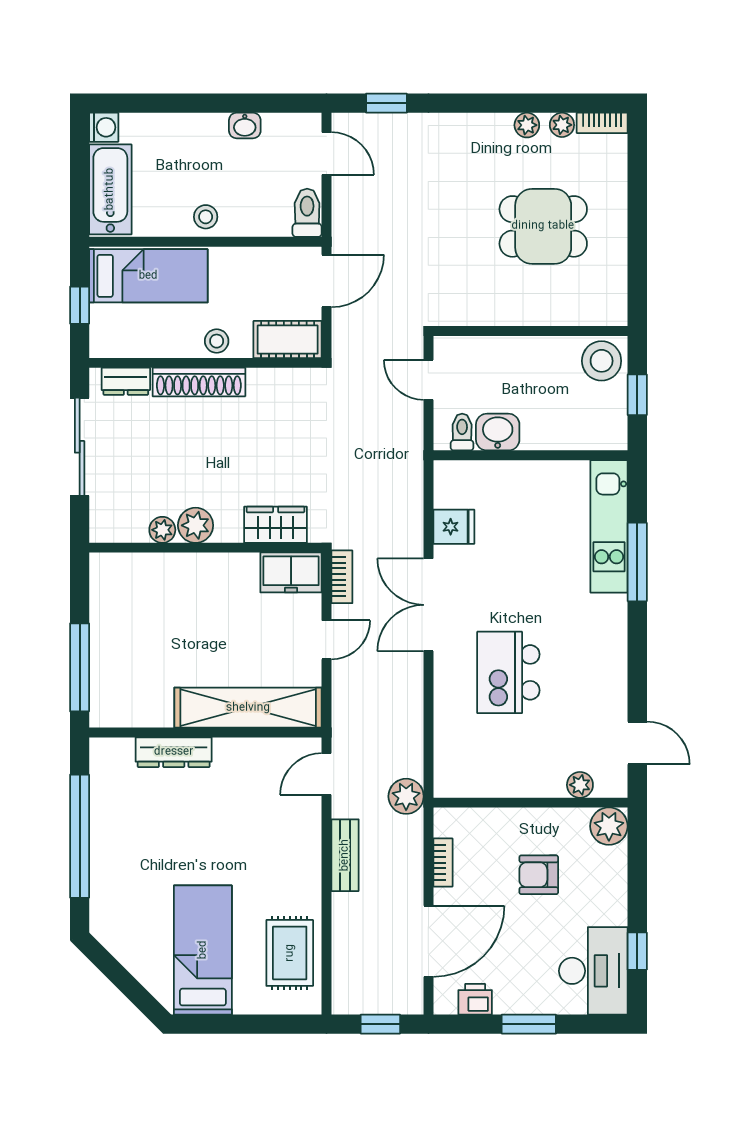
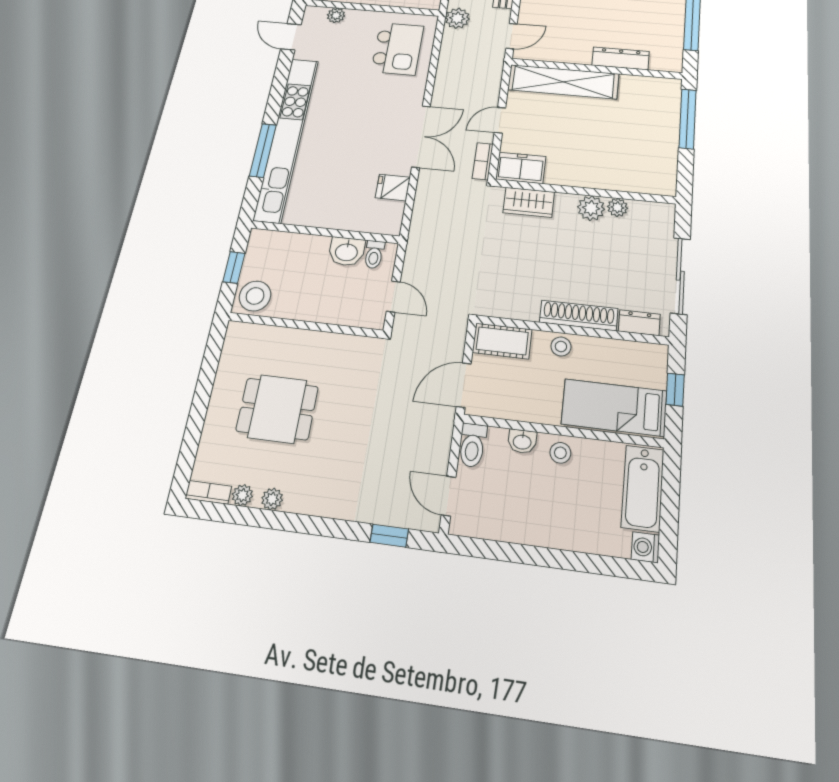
washbasin: (245, 126) -> (522, 441), moved, turned 180
kitchen unit: (609, 526) -> (287, 138), width x1.86
kitchen island: (508, 672) -> (397, 49), moved

